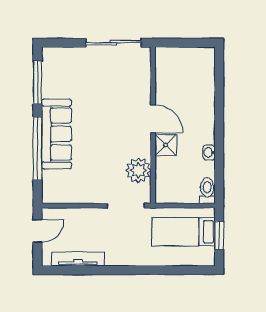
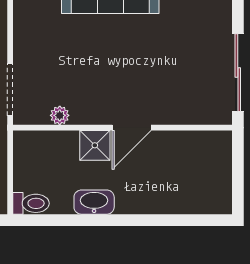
washbasin: (209, 152) -> (94, 202), width x1.91, depth x1.45
plant: (138, 170) -> (60, 115), width x0.53, depth x0.53

